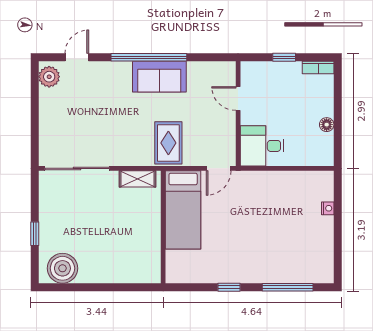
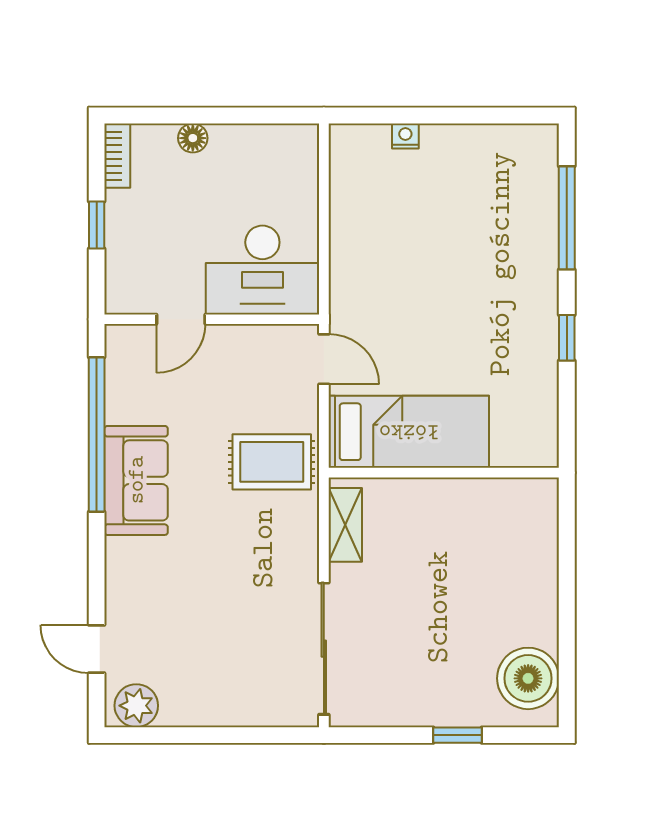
window: (149, 57) -> (97, 434), moved
floor lamp: (327, 125) -> (193, 138), moved
desk: (262, 146) -> (262, 270), width x1.37

